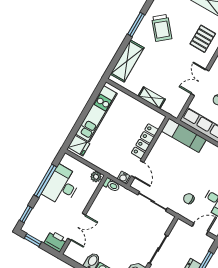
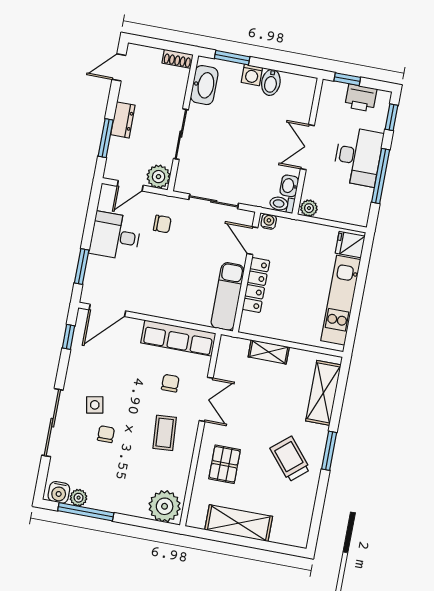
exam couch: (184, 135) -> (228, 296), moved, turned -90
desk: (62, 186) -> (358, 157), moved
washbasin: (103, 195) -> (289, 186), added
double door: (77, 227) -> (307, 147), moved
plant: (181, 228) -> (159, 177), added
window: (33, 240) -> (347, 79), moved
printer: (55, 241) -> (361, 98), moved

